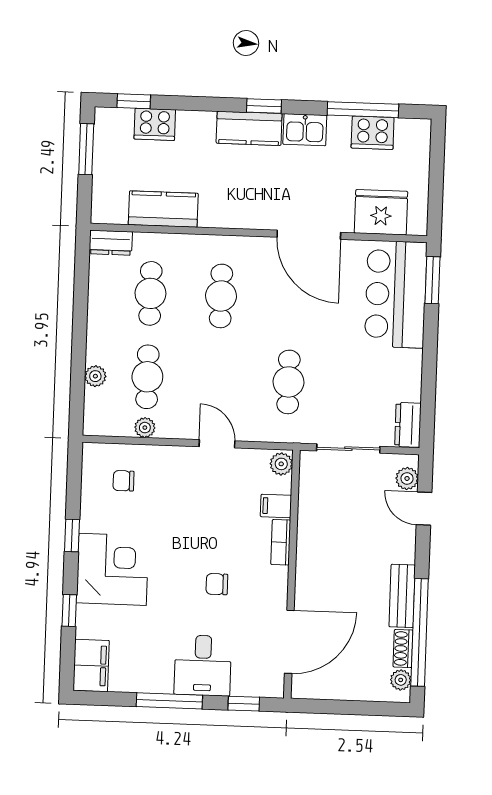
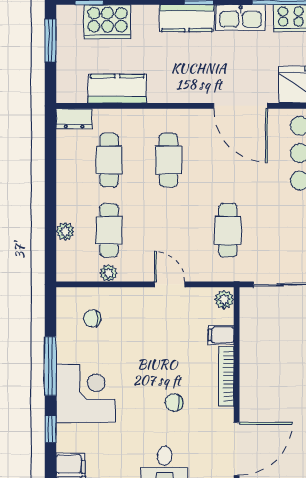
cooker: (155, 124) -> (107, 22), width x1.37, depth x1.31
kitchen sink: (305, 130) -> (241, 18), width x1.38
window: (72, 535) -> (51, 366), width x2.17
bookcase: (281, 542) -> (226, 376), width x1.56

